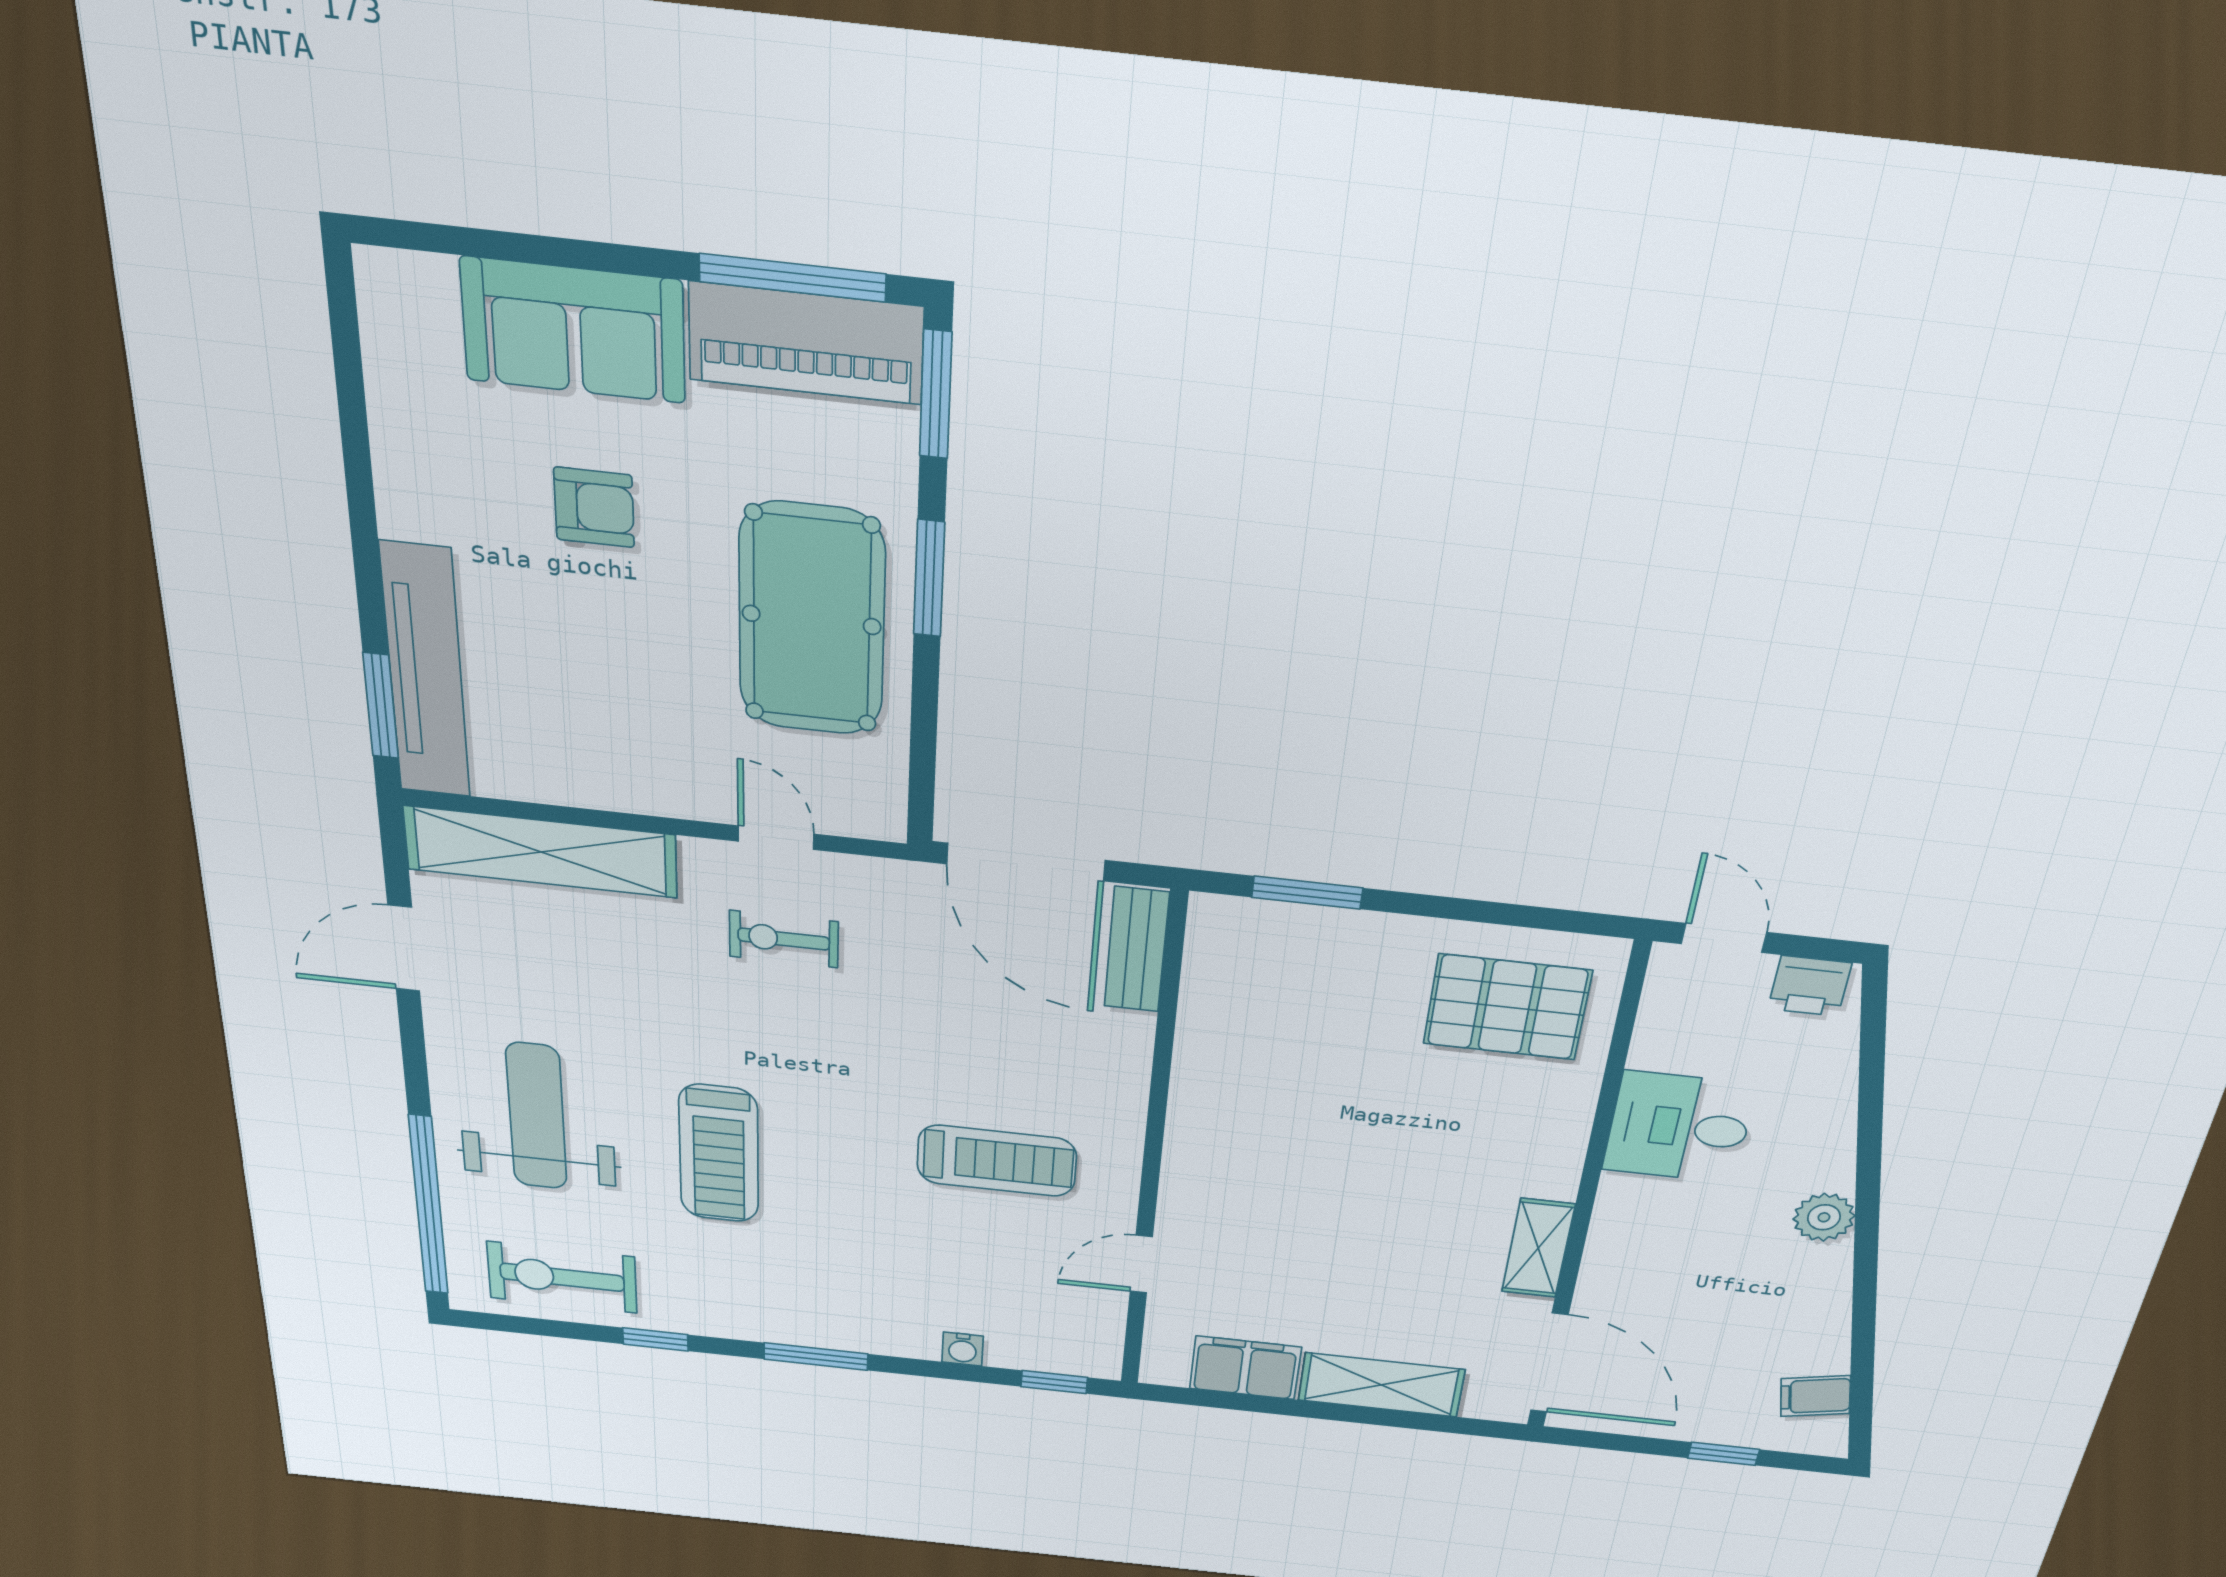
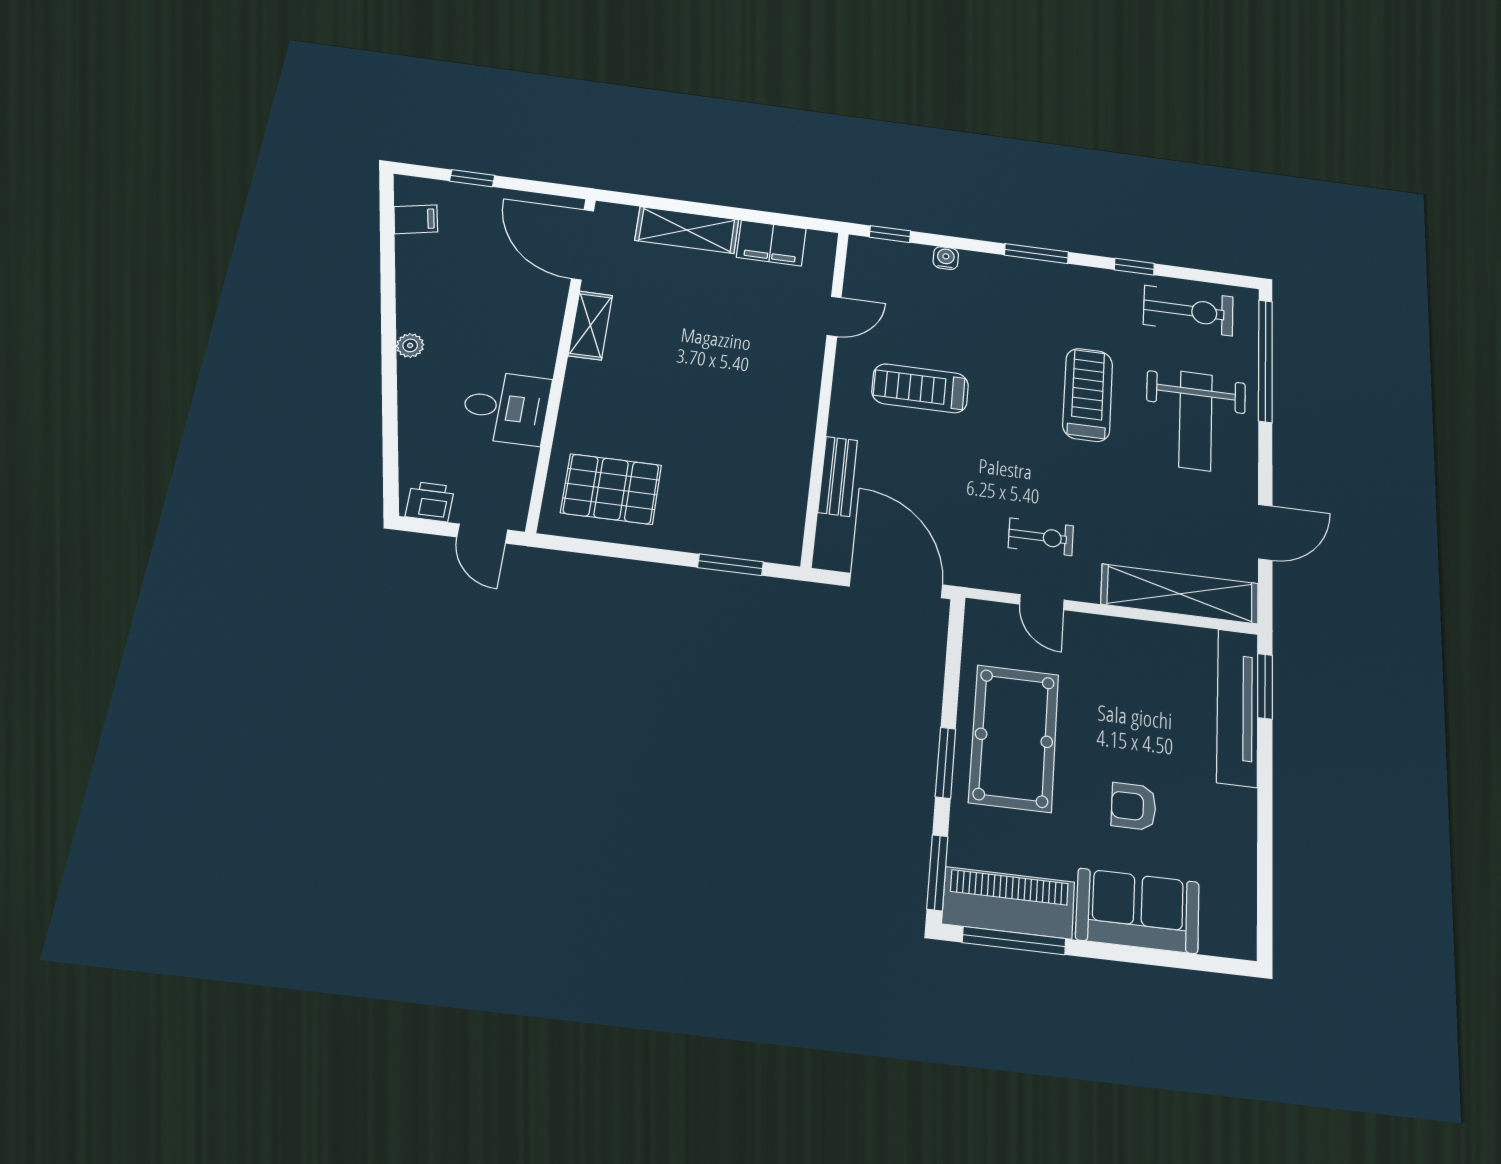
bench: (1137, 950) -> (838, 476), moved
plant: (1824, 1217) -> (410, 345), width x0.73, depth x0.73

